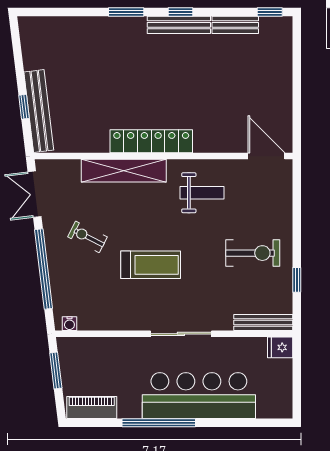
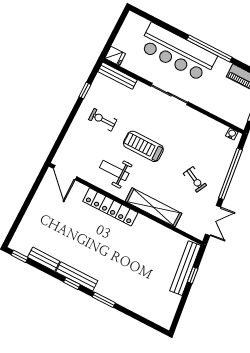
locker: (151, 141) -> (110, 207), moved
exercise bike: (253, 253) -> (103, 120), width x0.73, depth x0.72
treadmill: (151, 265) -> (143, 146), moved

